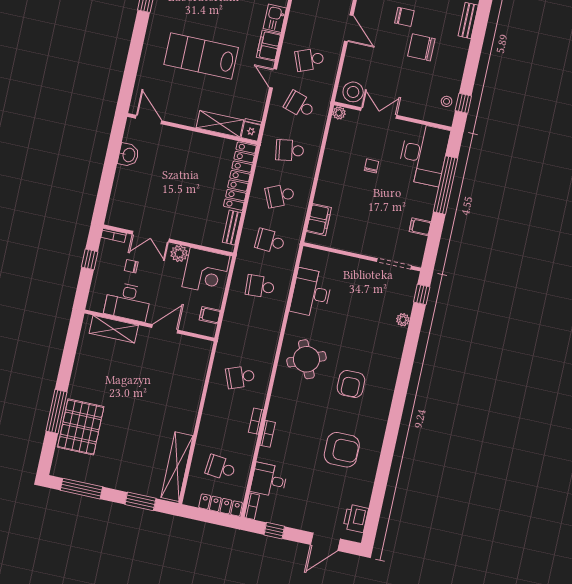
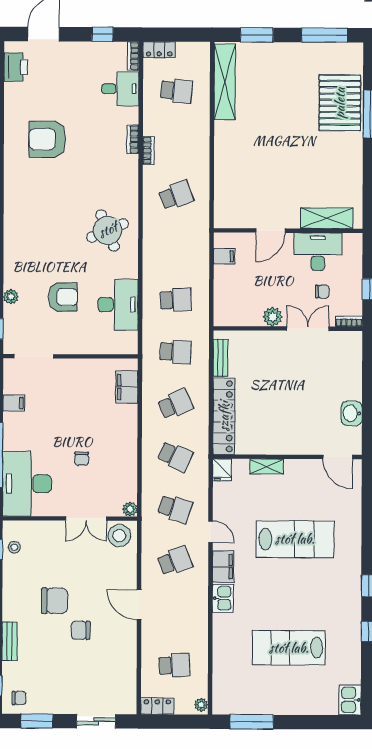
shelving: (220, 124) -> (267, 466), width x0.67, depth x0.75
school desk: (290, 150) -> (175, 456), turned 33
corner desk: (206, 271) -> (239, 304), removed
armchair: (351, 384) -> (63, 297), moved, turned 90
locker: (221, 505) -> (159, 50), width x0.66

